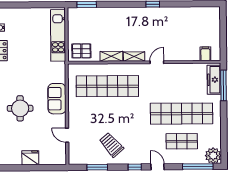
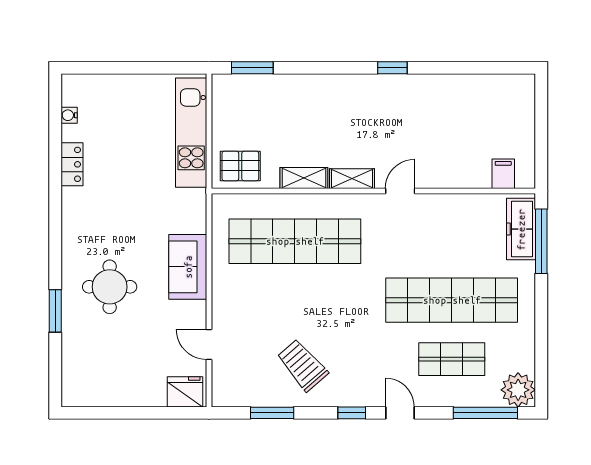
fridge: (30, 158) -> (185, 392), moved

